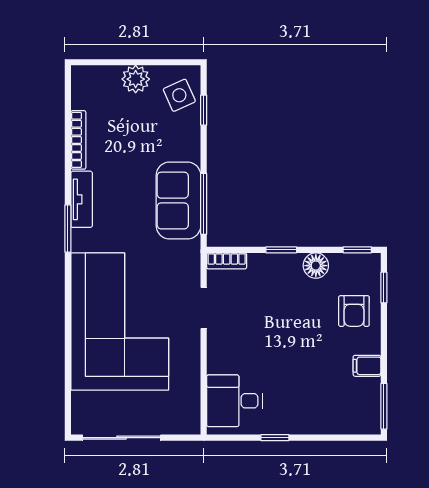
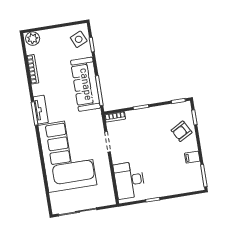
plant: (136, 79) -> (33, 39), moved
tv unit: (82, 199) -> (41, 110), moved
sofa: (178, 201) -> (86, 84), width x1.36
floor lamp: (316, 266) -> (159, 112), removed
armchair: (354, 311) -> (182, 131), turned 61
desk: (234, 401) -> (129, 180), width x1.37

